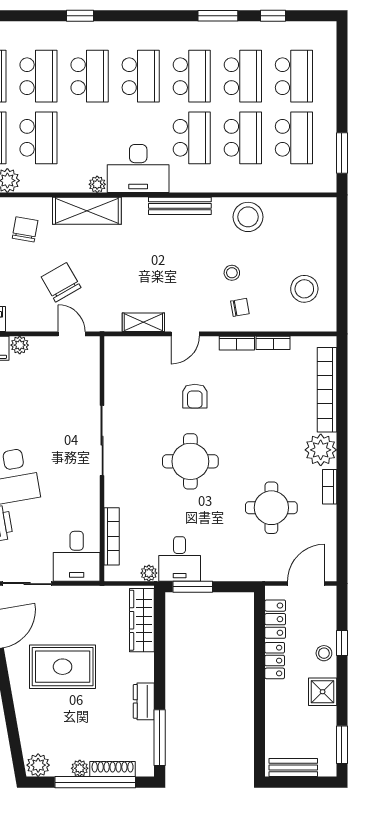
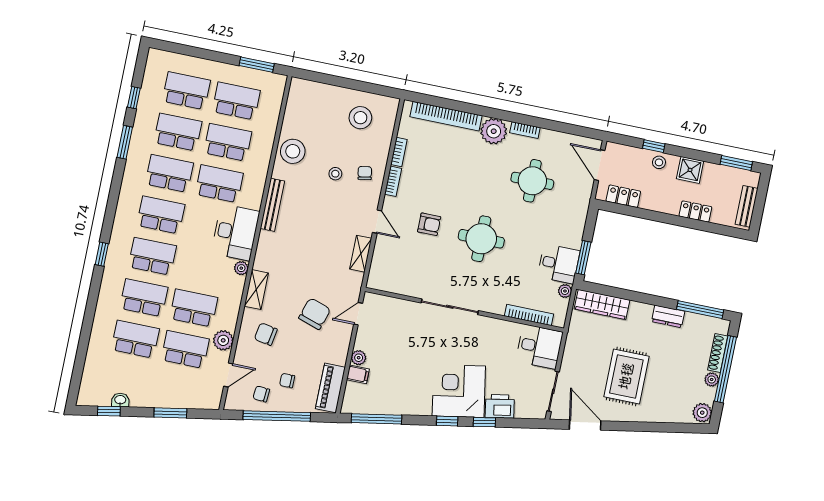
shelving: (87, 211) -> (256, 290), width x0.67, depth x0.75
chair: (61, 282) -> (315, 314), turned 138
locker: (275, 661) -> (695, 211), moved

